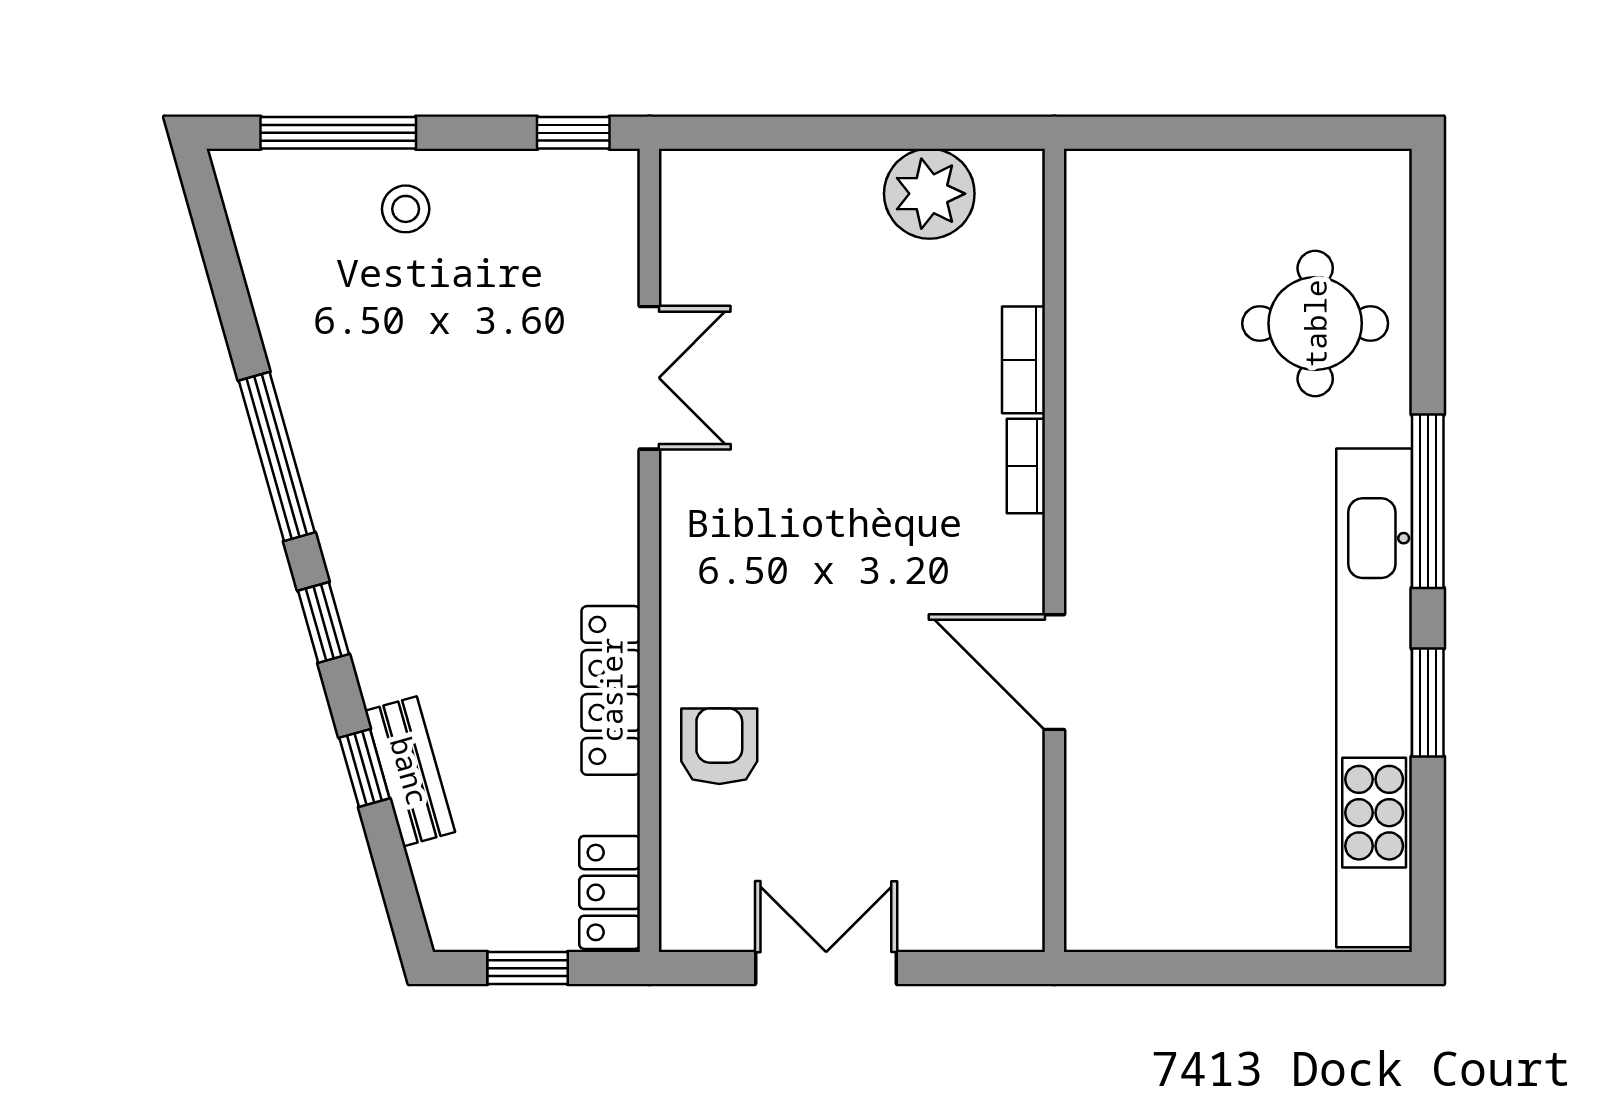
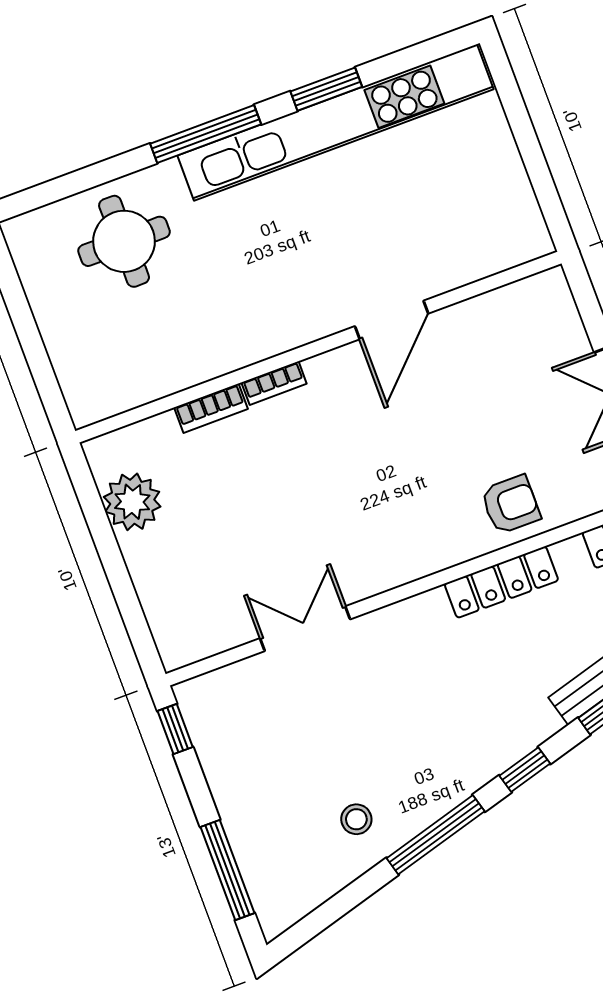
stool: (406, 209) -> (356, 819), moved
armchair: (719, 746) -> (511, 505), turned 180

